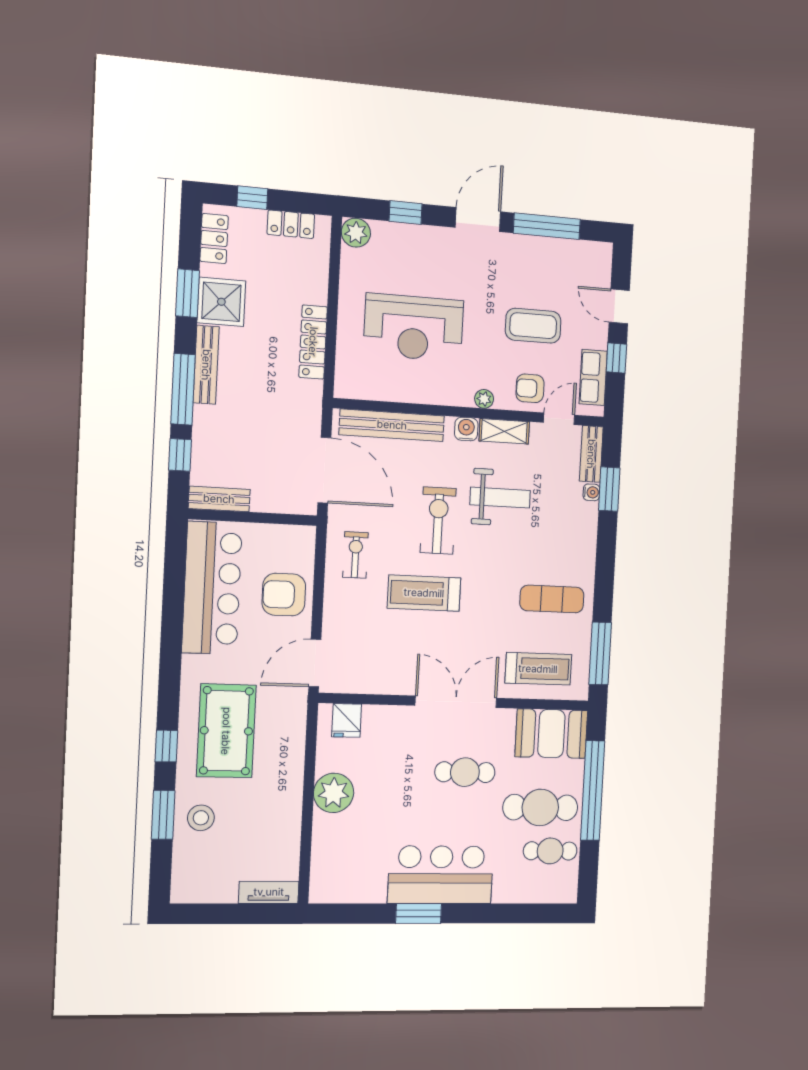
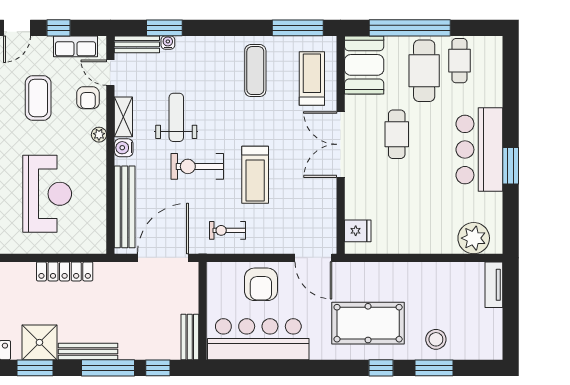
plant: (334, 793) -> (474, 238), moved

